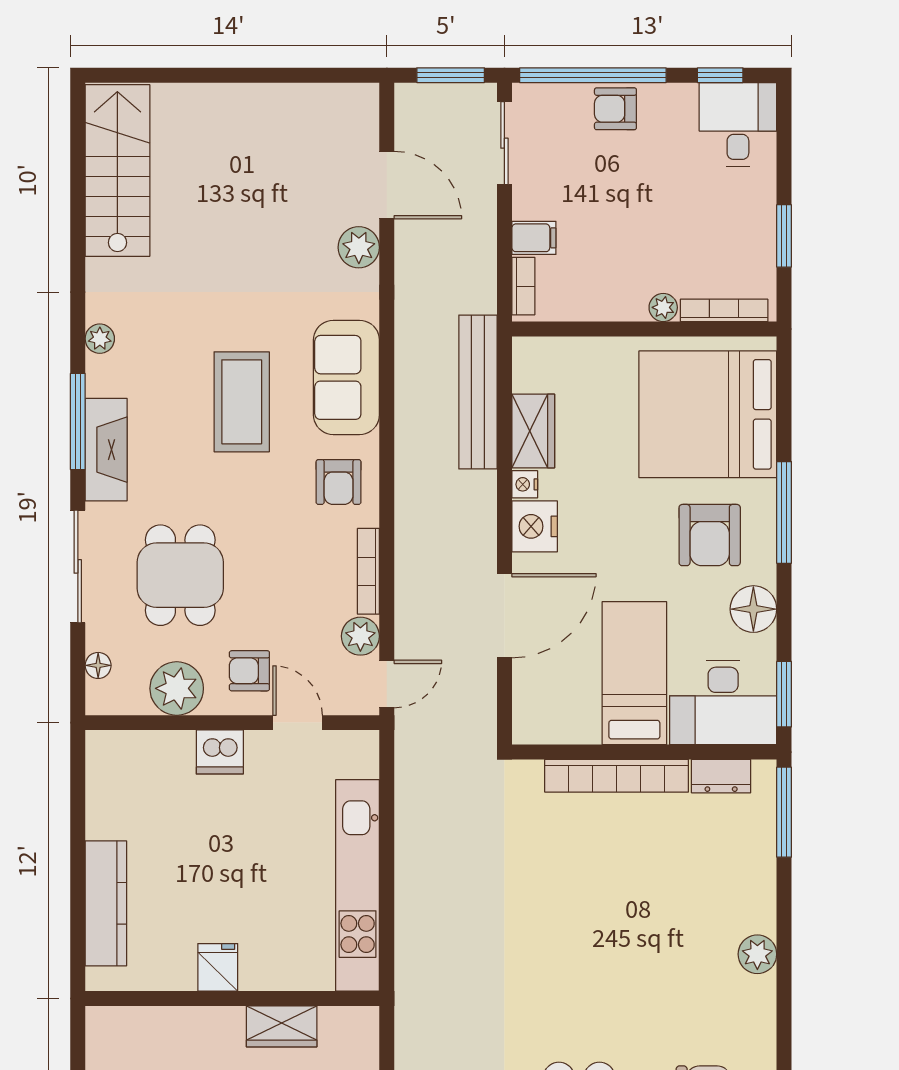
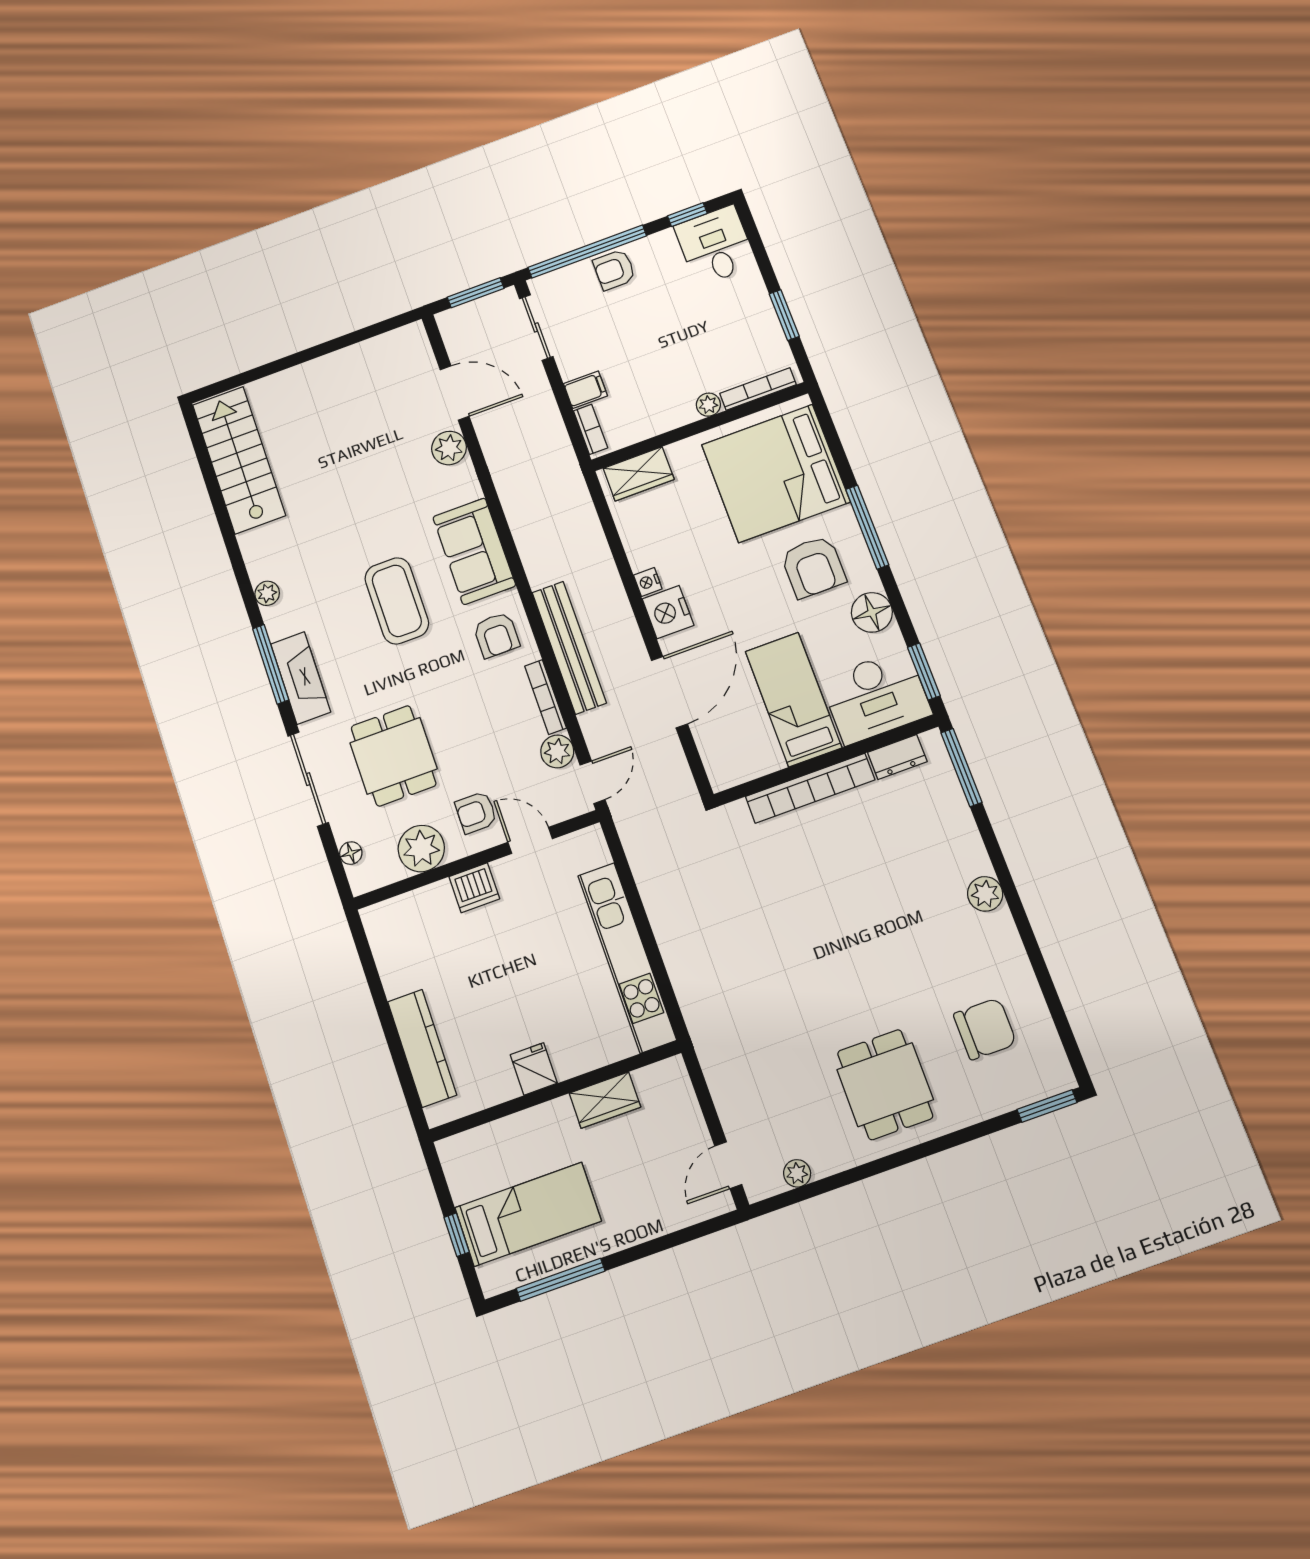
bench: (478, 392) -> (569, 648), moved
wardrobe: (533, 431) -> (639, 474), moved, turned 90

